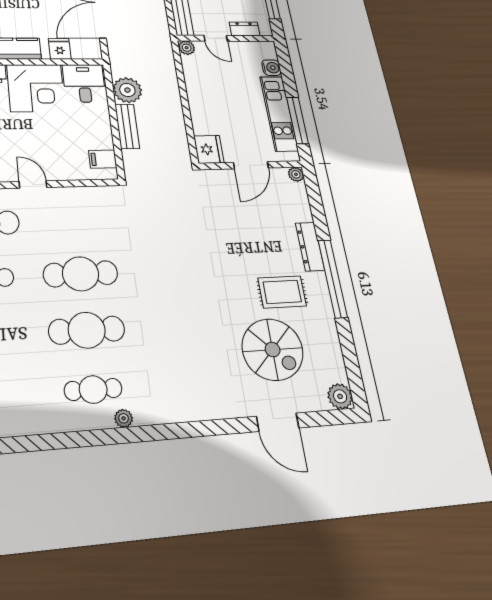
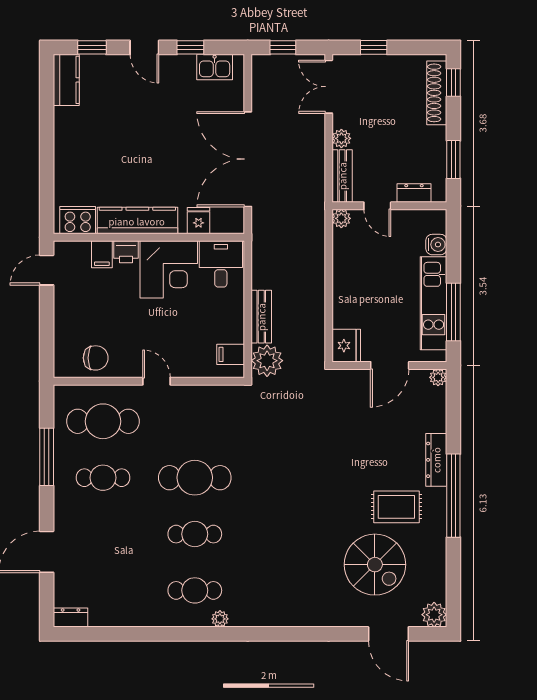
plant: (127, 90) -> (267, 361), moved
cafe table: (87, 330) -> (195, 534), width x0.73, depth x0.74
door: (278, 422) -> (388, 634), moved

